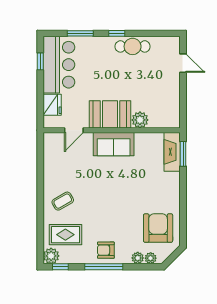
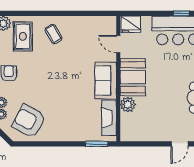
fridge: (52, 105) -> (131, 24), moved
fireplace: (172, 152) -> (109, 118), moved, turned -90
armchair: (158, 228) -> (29, 121), turned -152

